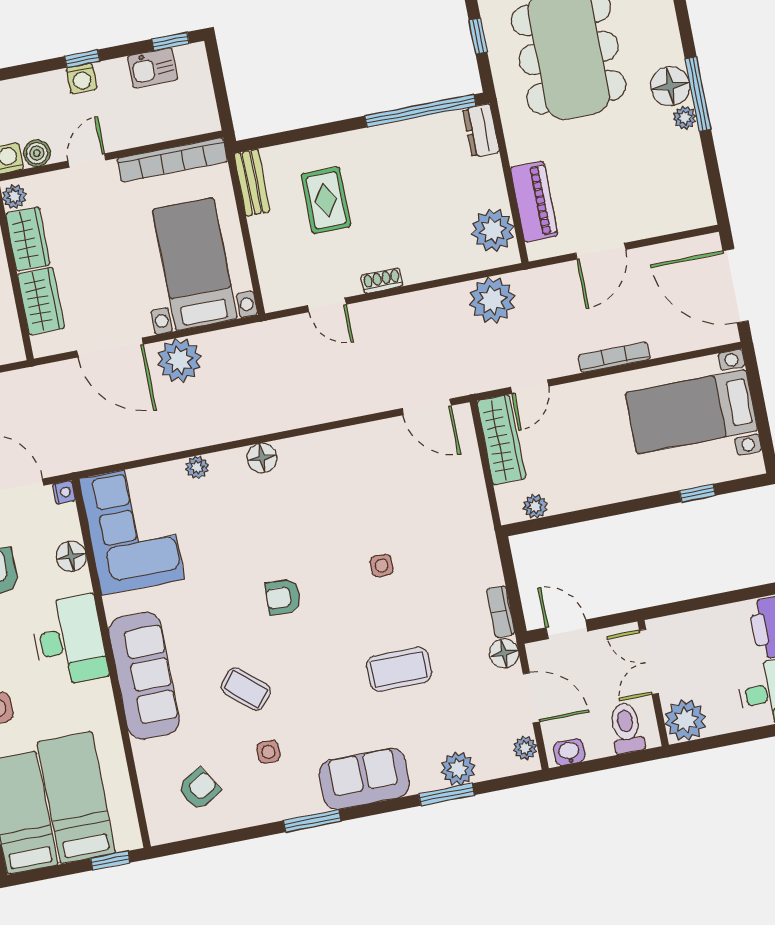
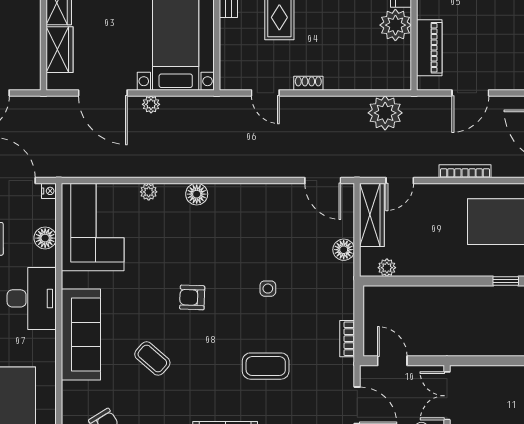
plant: (493, 230) -> (395, 25), moved
plant: (179, 360) -> (151, 104), width x0.53, depth x0.53
floor lamp: (504, 653) -> (344, 250), moved
side table: (268, 752) -> (160, 407), removed

